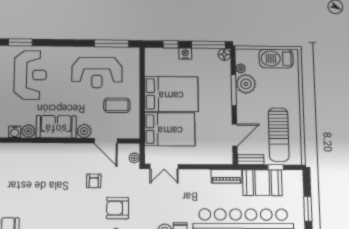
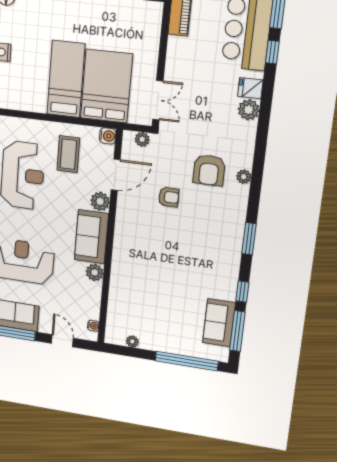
bed: (171, 94) -> (66, 79), width x0.67
water cooler: (15, 132) -> (108, 136), moved

